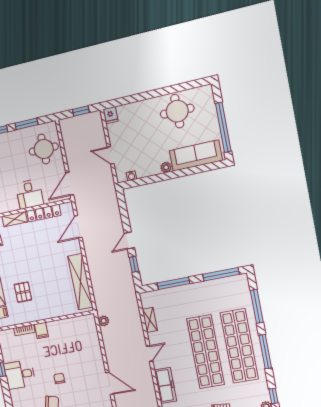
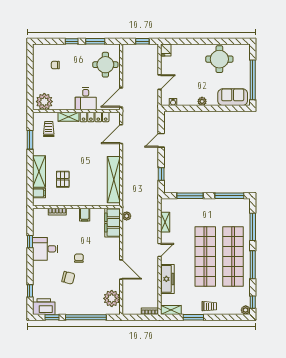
door: (111, 155) -> (159, 82), swing flipped
sofa: (196, 156) -> (233, 97), width x0.73
door: (129, 241) -> (161, 140), moved
filing cabinet: (41, 331) -> (85, 215), moved
filing cabinet: (89, 331) -> (113, 223), added

